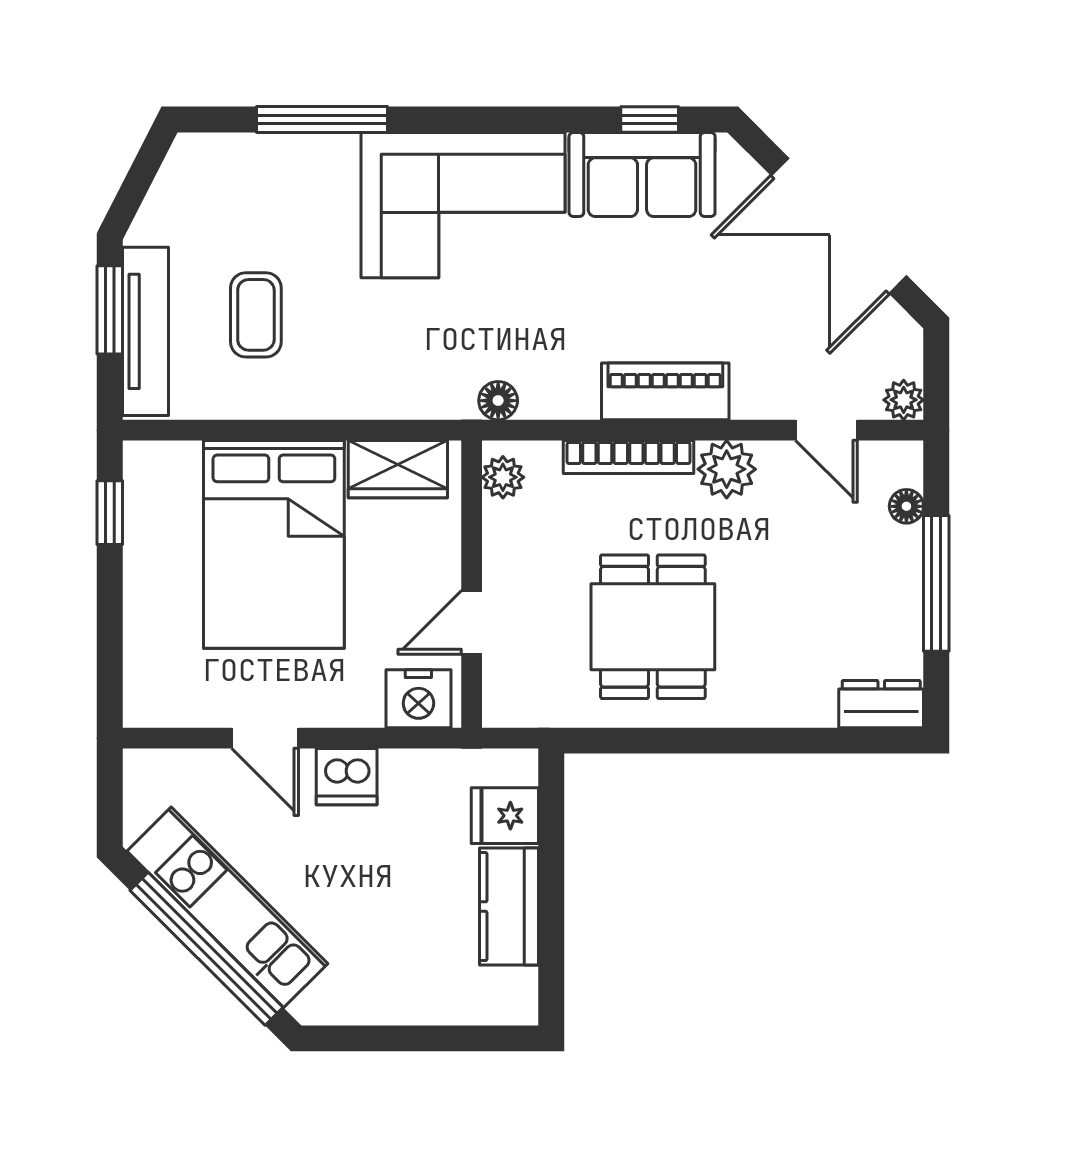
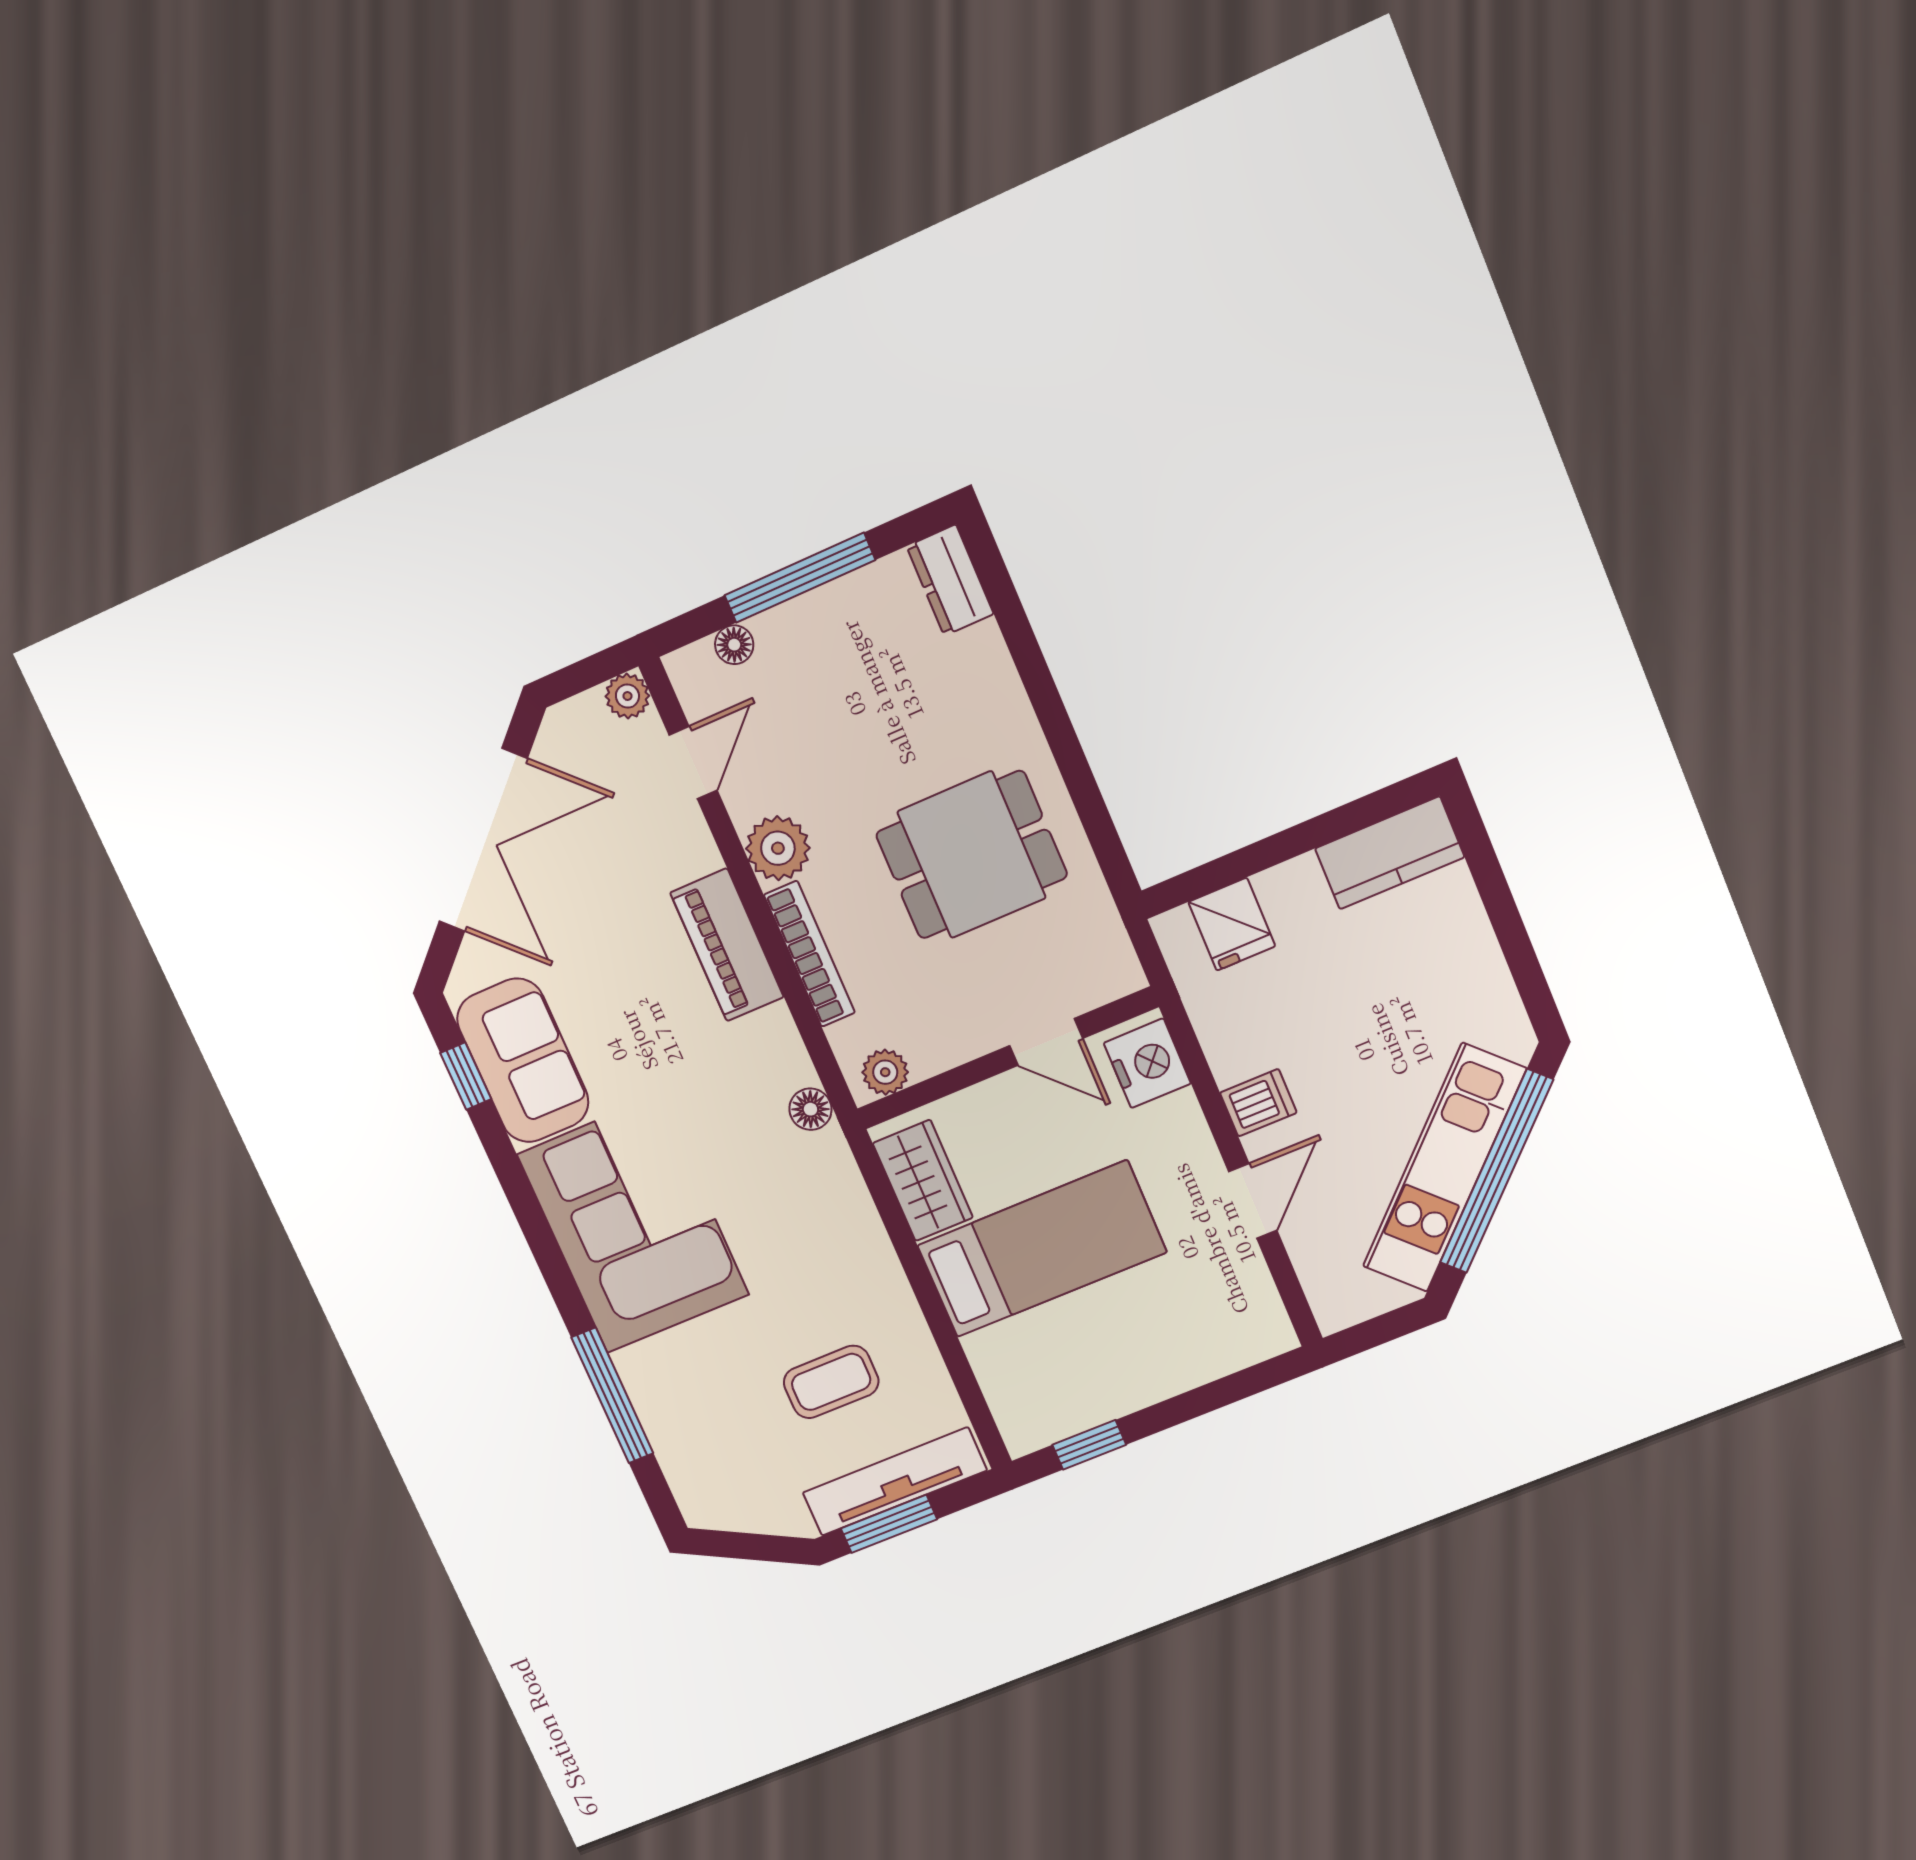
bed: (274, 544) -> (1042, 1249), width x0.67
dishwasher: (347, 777) -> (1258, 1103), width x0.73
kitchen counter: (509, 907) -> (1390, 853), moved

